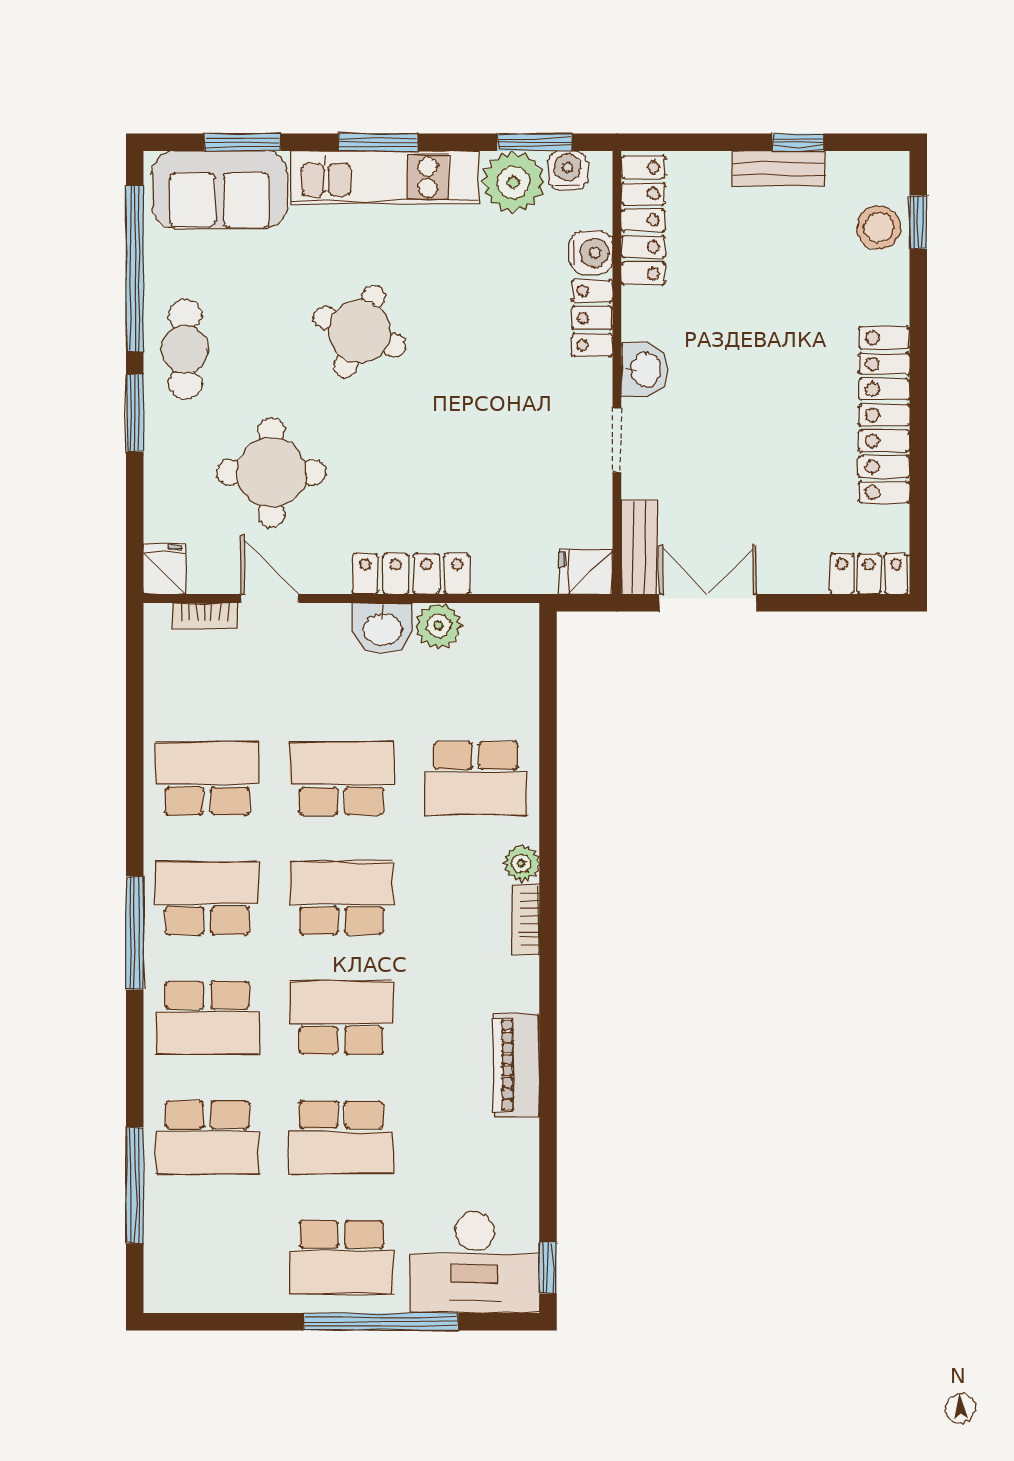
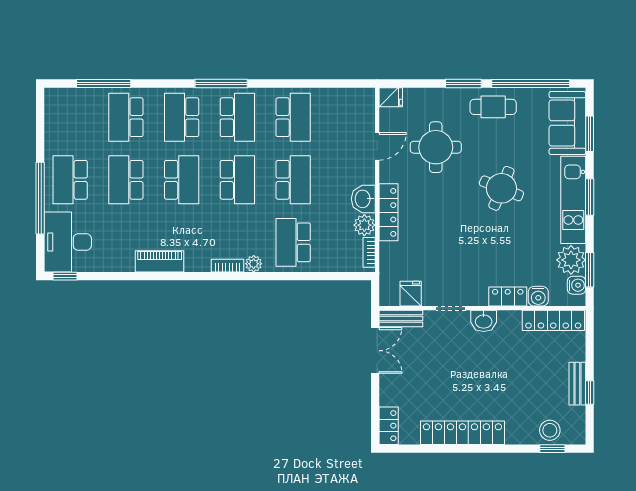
fridge: (586, 572) -> (411, 294), moved
bookcase: (205, 616) -> (369, 252), moved

